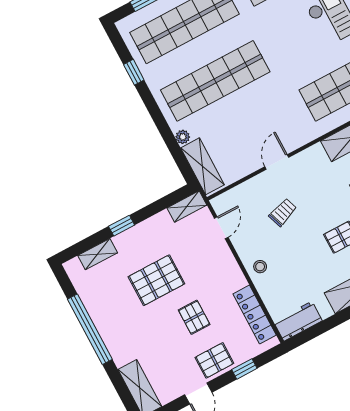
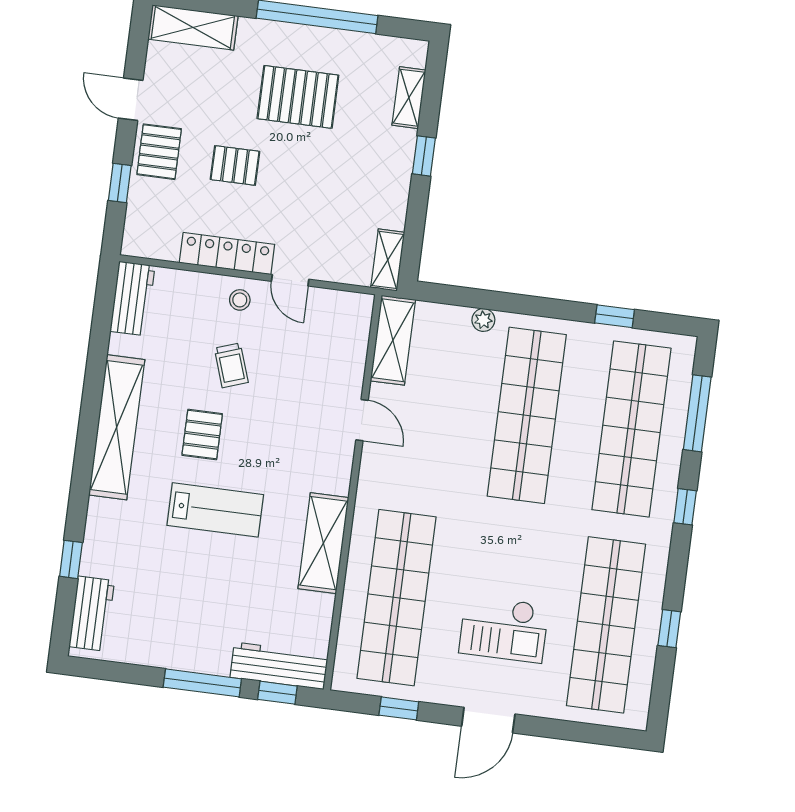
shelving: (203, 166) -> (393, 340), moved, turned 90
trolley: (283, 212) -> (231, 365), moved
door: (221, 228) -> (290, 280), moved
pallet: (156, 280) -> (298, 97), moved, turned 90
locker: (255, 314) -> (227, 254), moved

